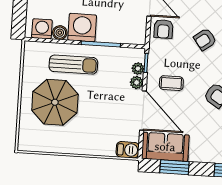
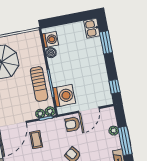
washing machine: (82, 28) -> (64, 96), moved
sun lounger: (73, 65) -> (39, 84), moved
plant: (137, 82) -> (50, 111), moved

